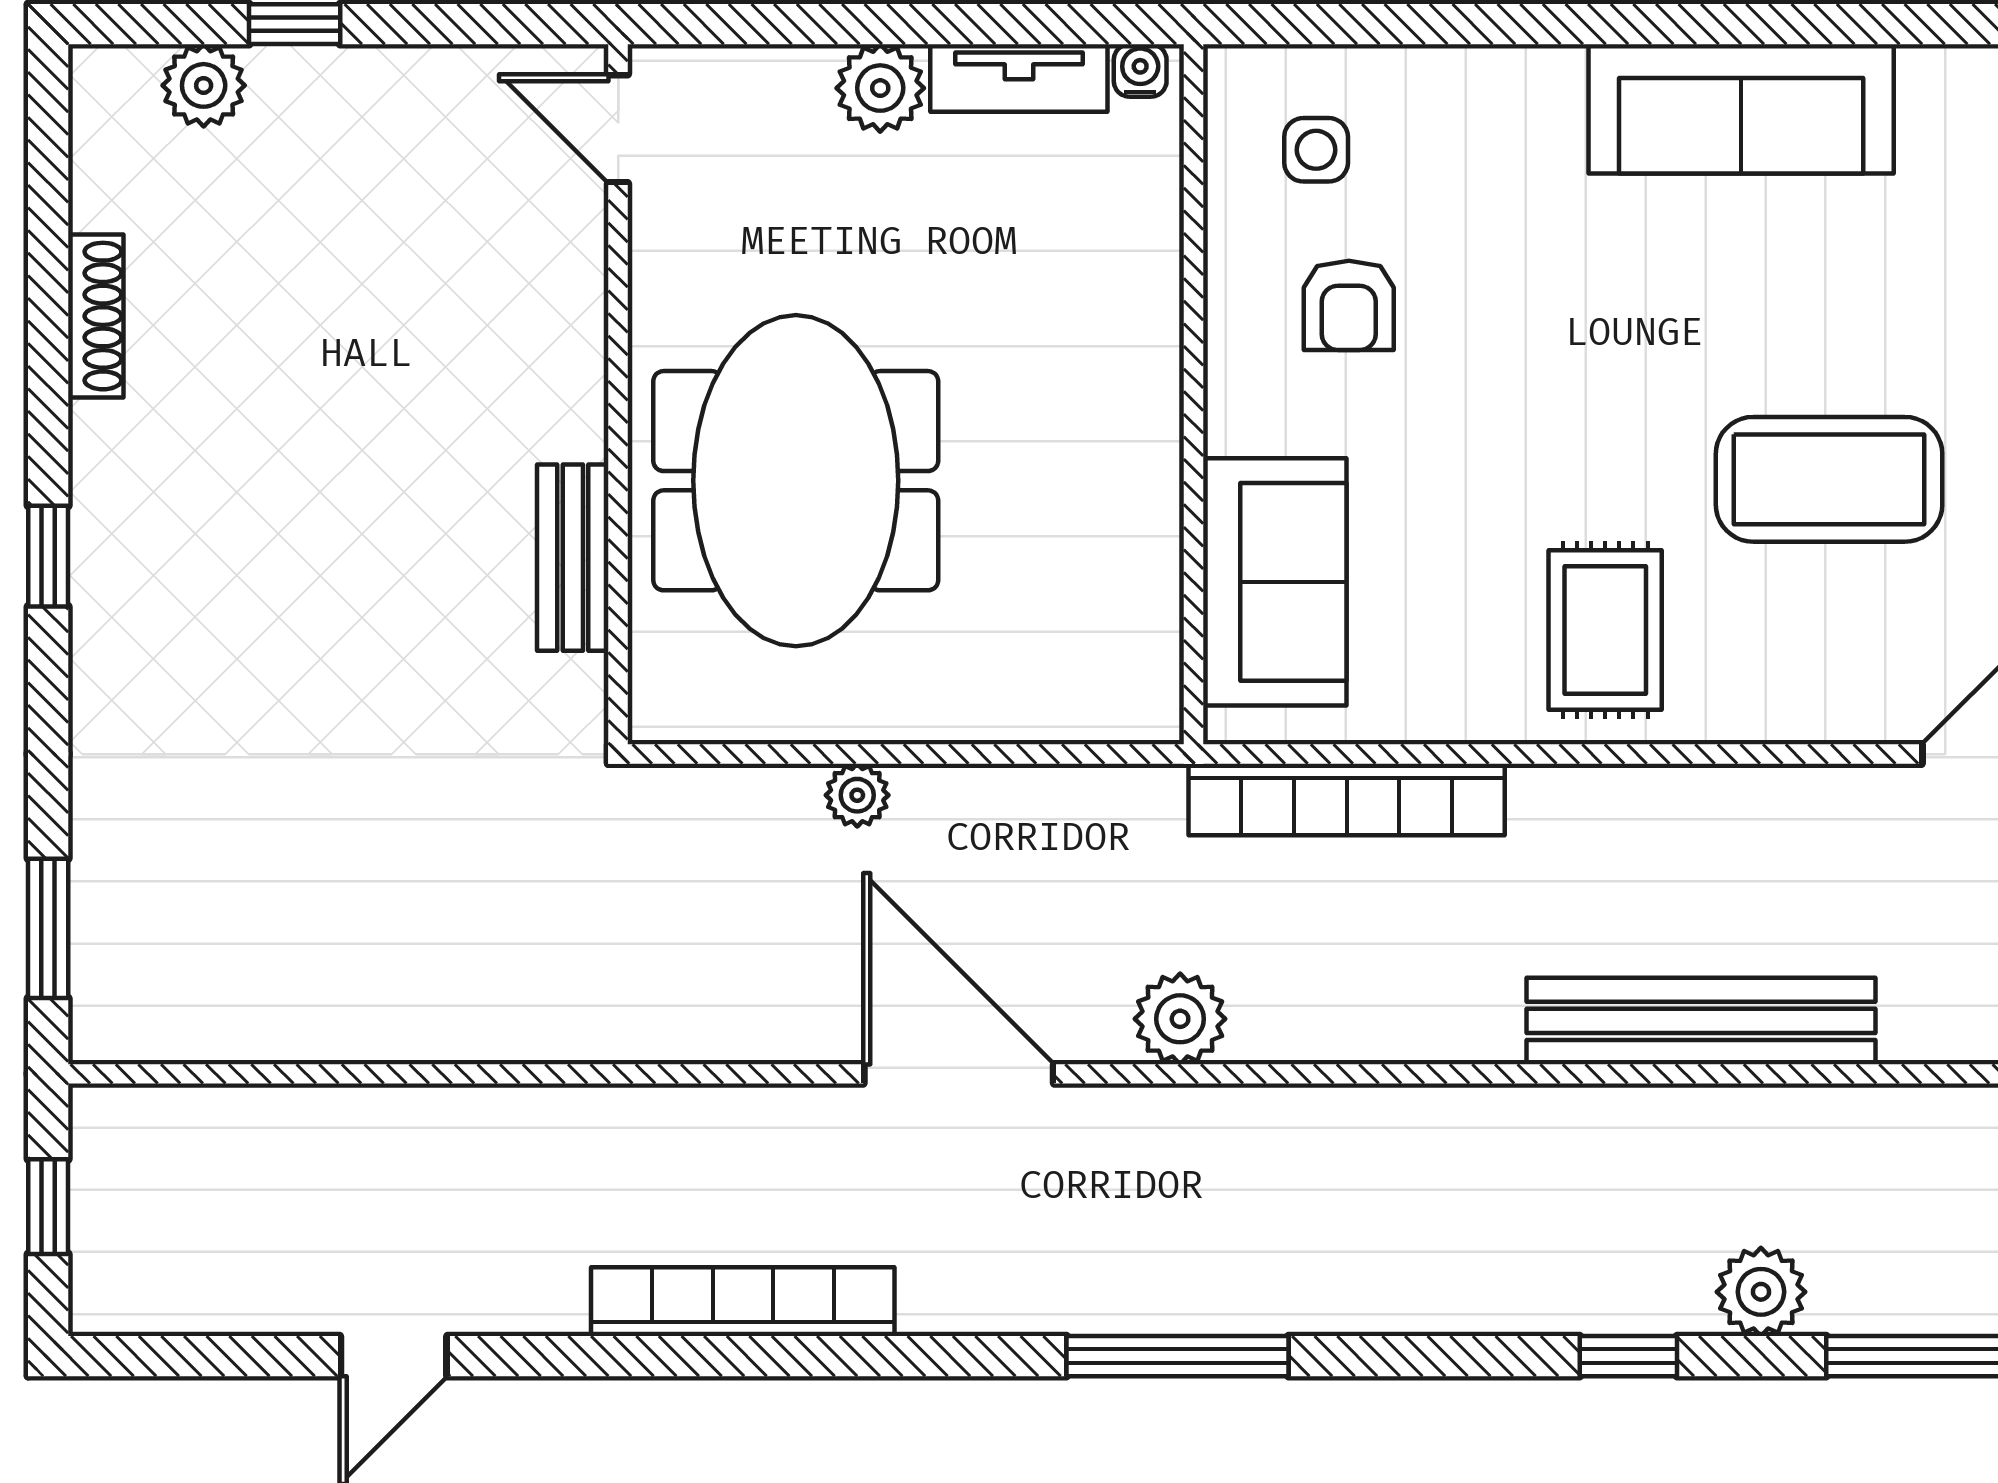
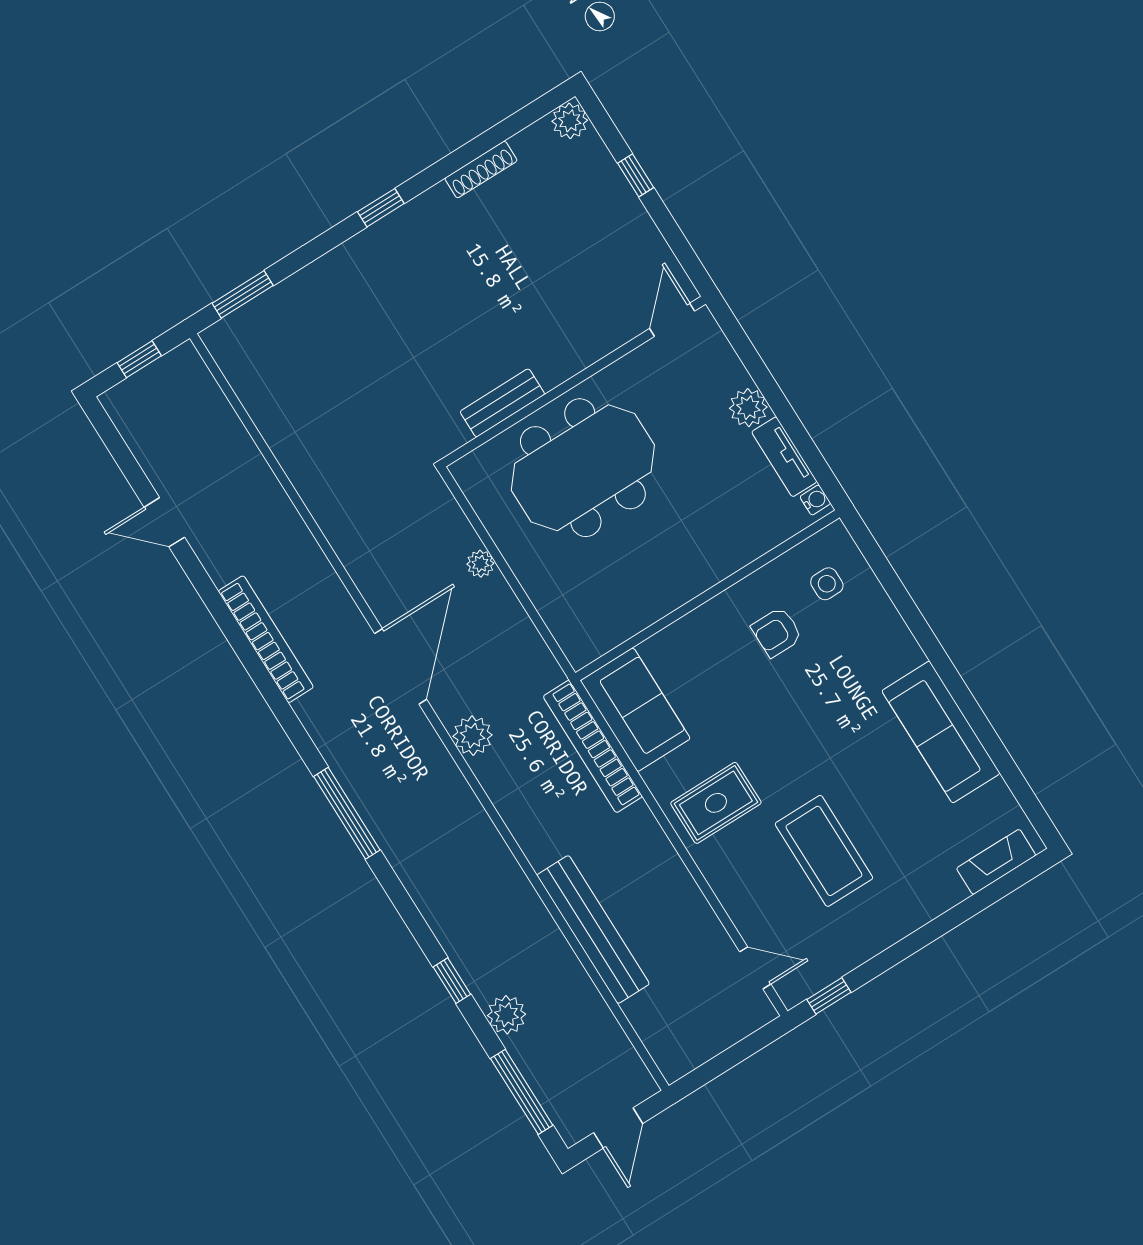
plant: (204, 85) -> (570, 121), moved
sofa: (1275, 582) -> (635, 710), moved, turned -90

